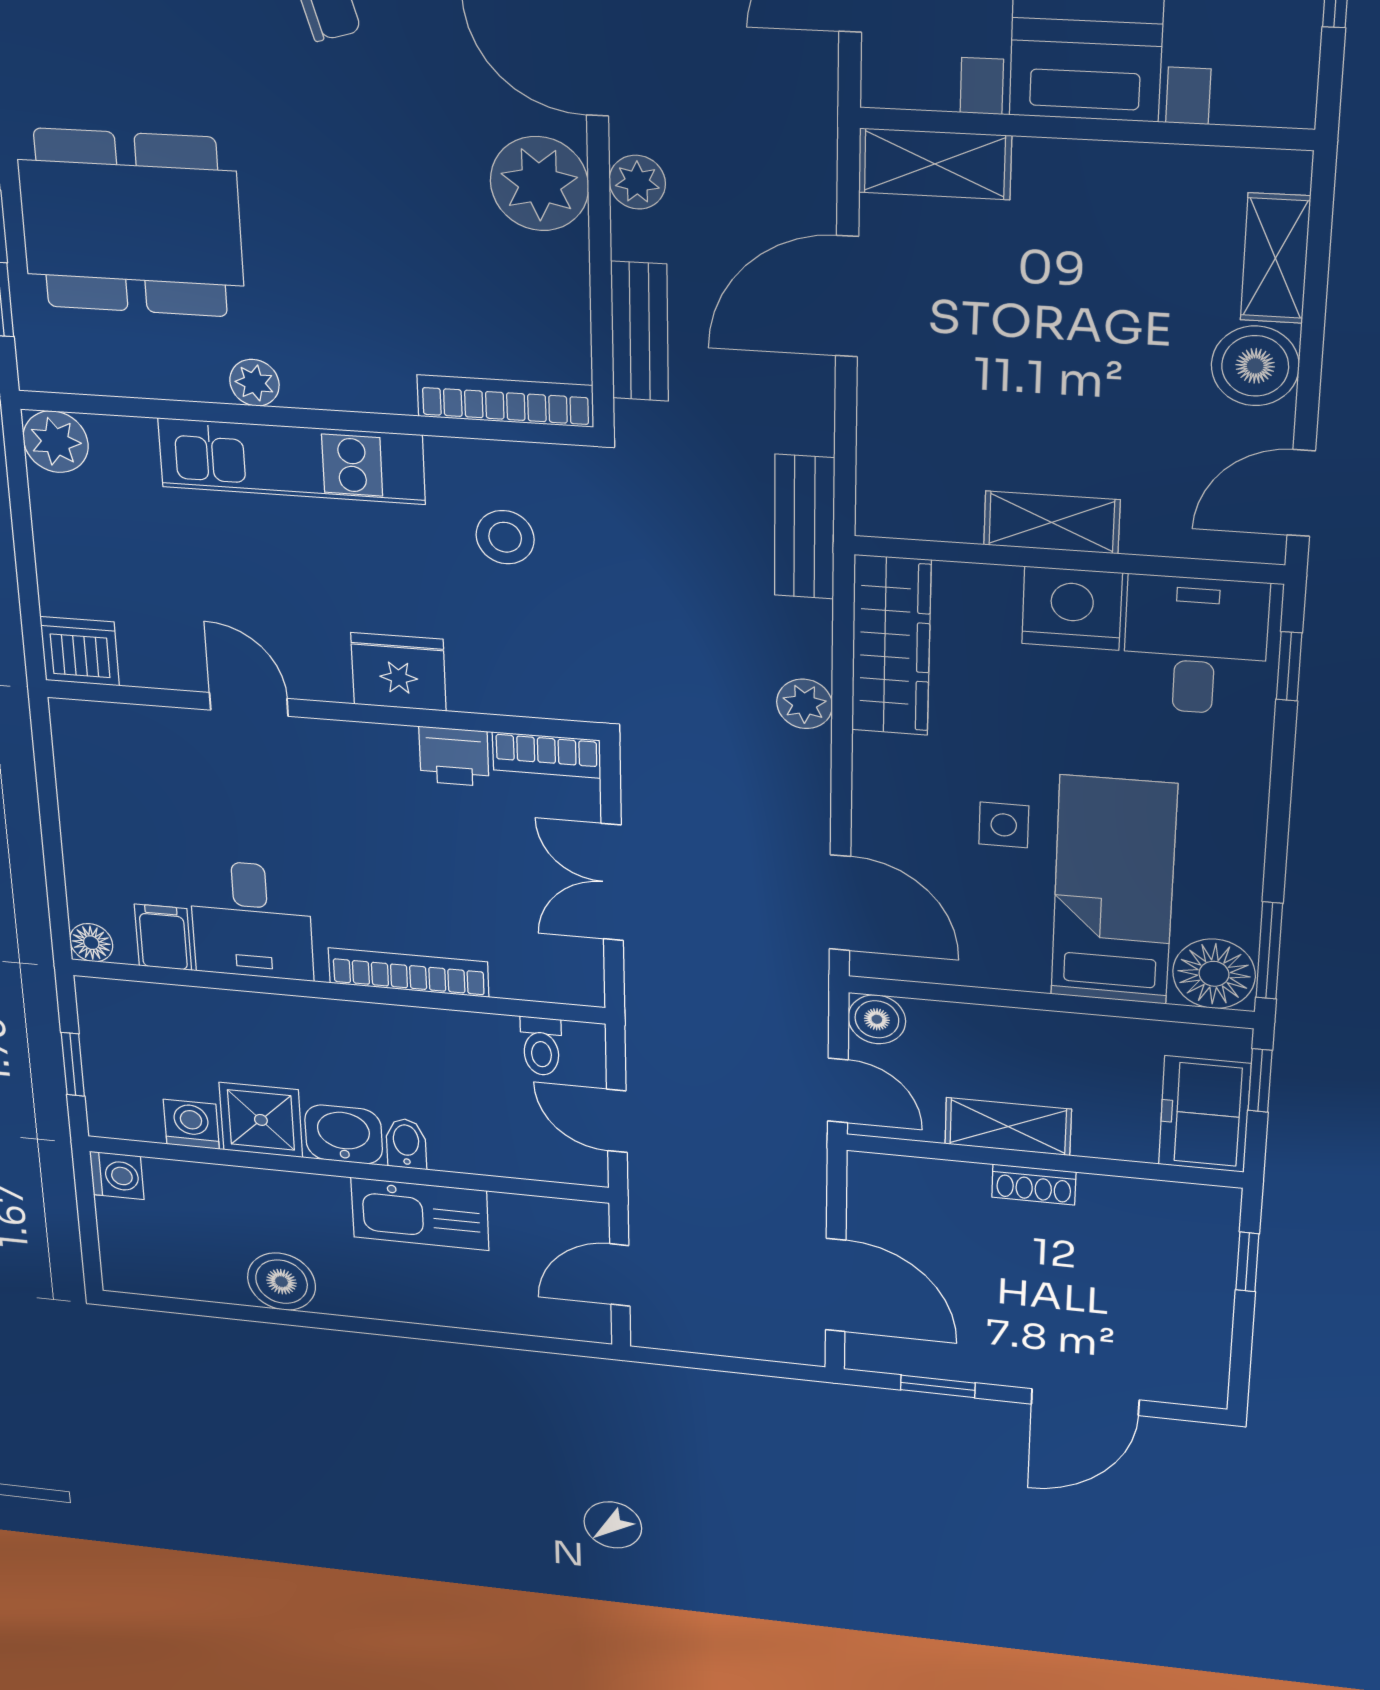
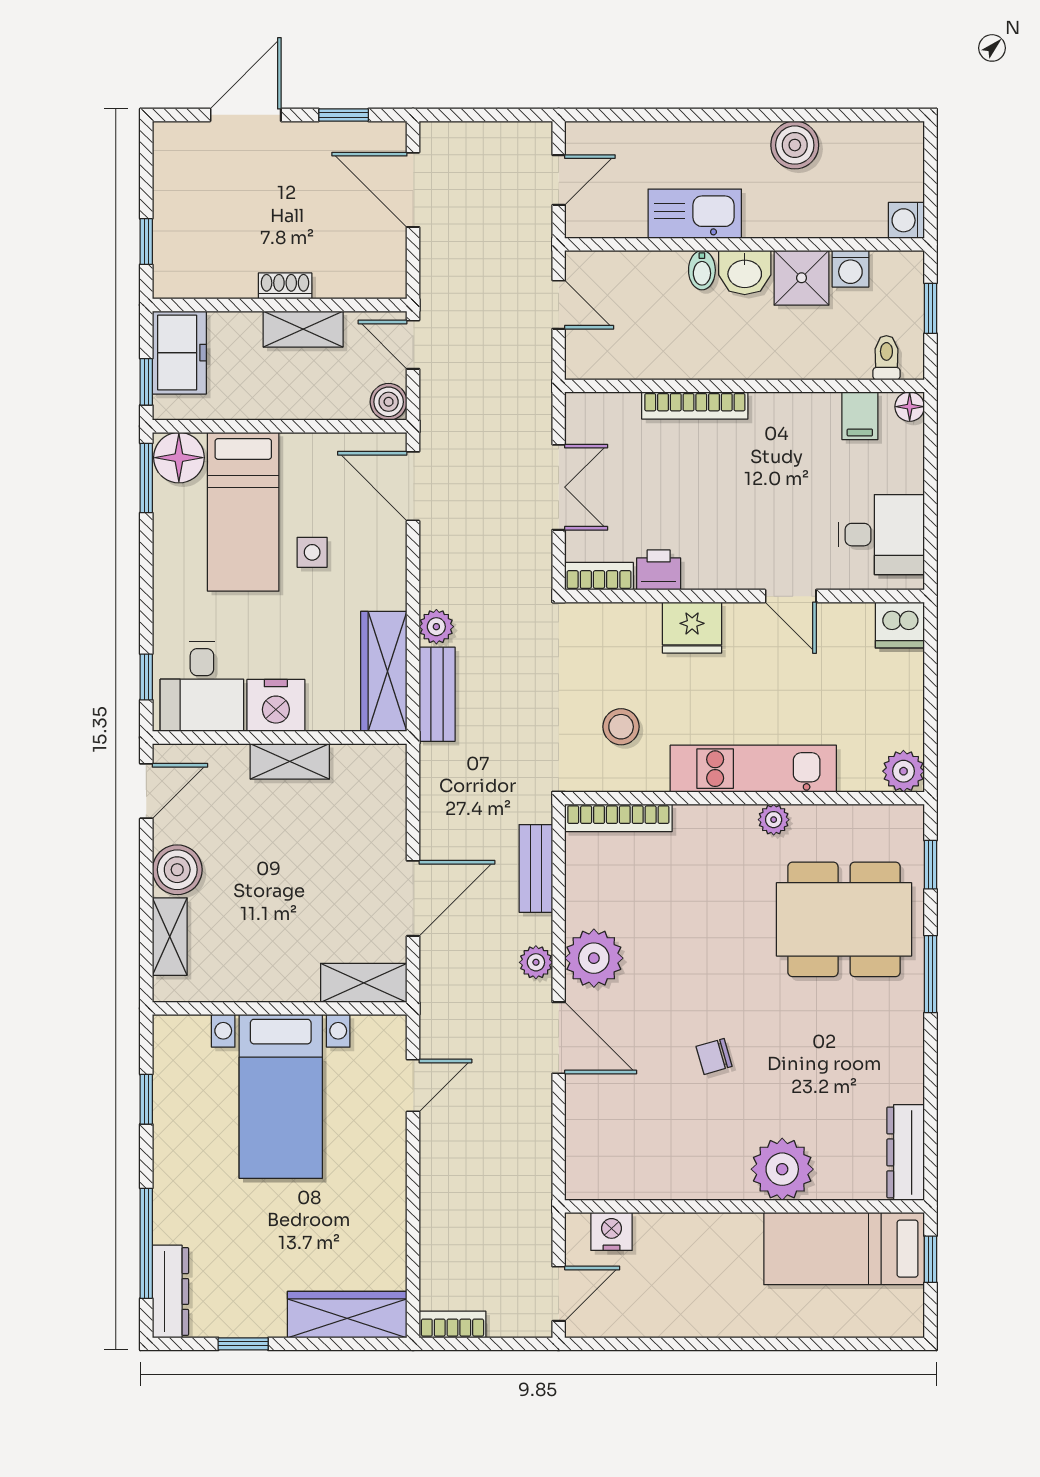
bench: (804, 527) -> (437, 694), moved
desk: (251, 920) -> (881, 535), moved, turned 90
toilet: (541, 1046) -> (886, 358), moved

